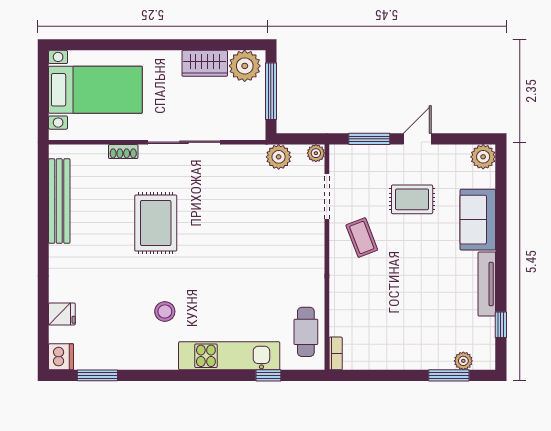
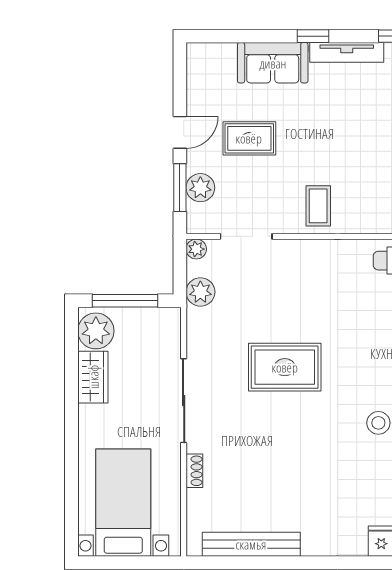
door: (417, 139) -> (180, 132), swing flipped
plant: (483, 157) -> (200, 188), moved
rug: (412, 199) -> (249, 138), turned 90
rug: (156, 223) -> (285, 367), moved
coffee table: (362, 237) -> (318, 206), moved, turned -69
window: (501, 255) -> (313, 36), added

